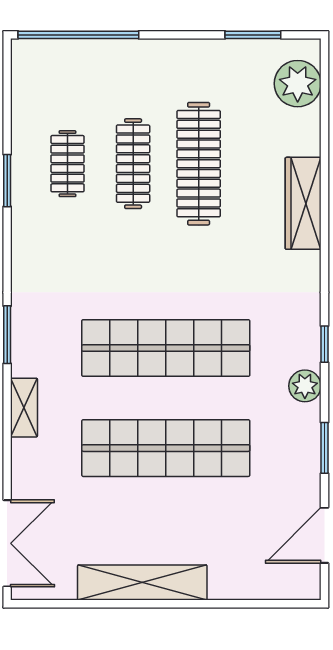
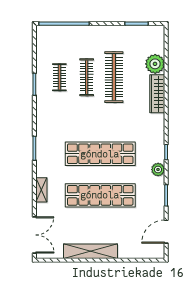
plant: (298, 84) -> (155, 64), moved
shelving: (24, 408) -> (41, 190), moved

